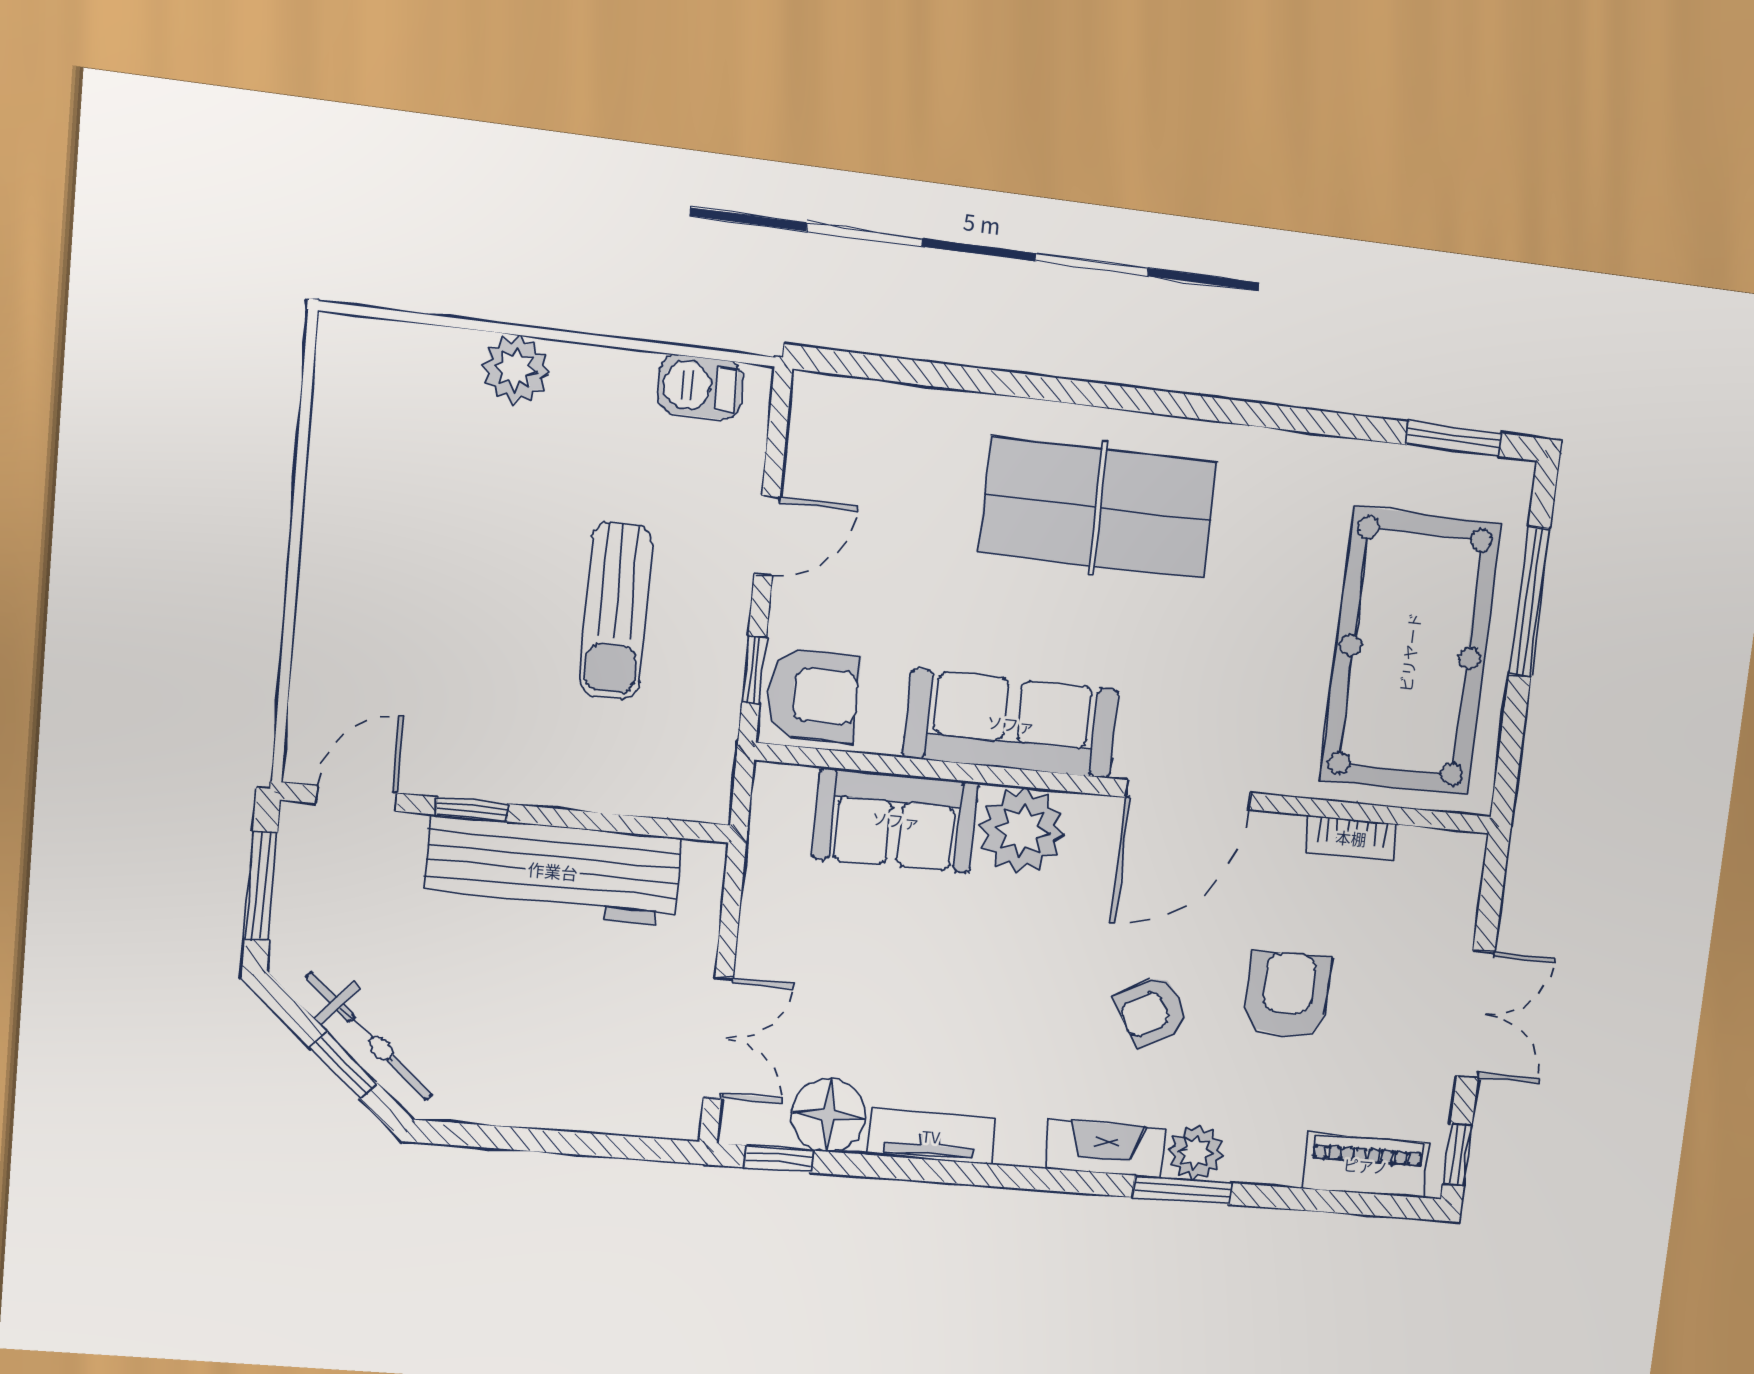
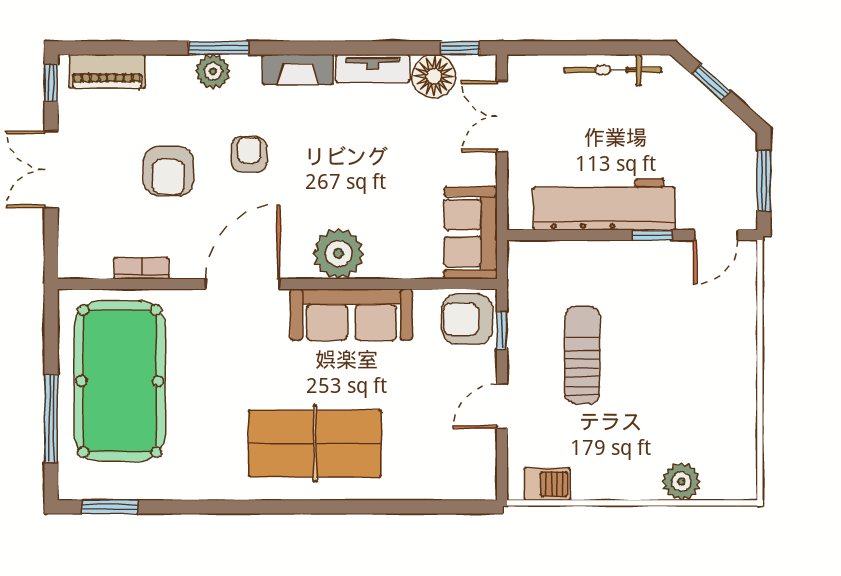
plant: (516, 369) -> (681, 482), moved
sofa: (896, 820) -> (471, 233), moved, turned -90
armchair: (1152, 1011) -> (249, 154), turned -59
bicycle: (369, 1036) -> (613, 70), moved, turned -42
fireplace: (1105, 1148) -> (298, 70), moved

